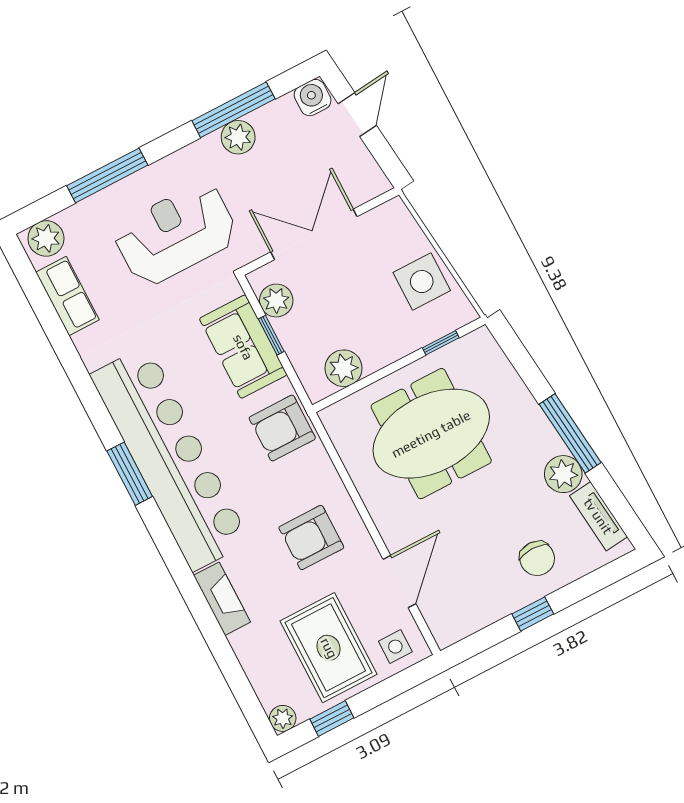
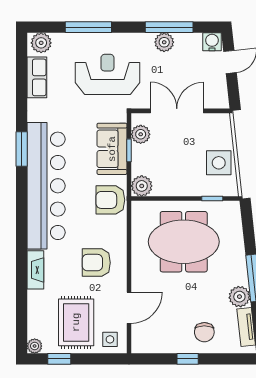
plant: (344, 368) -> (142, 186), moved
window: (130, 474) -> (22, 149), moved

